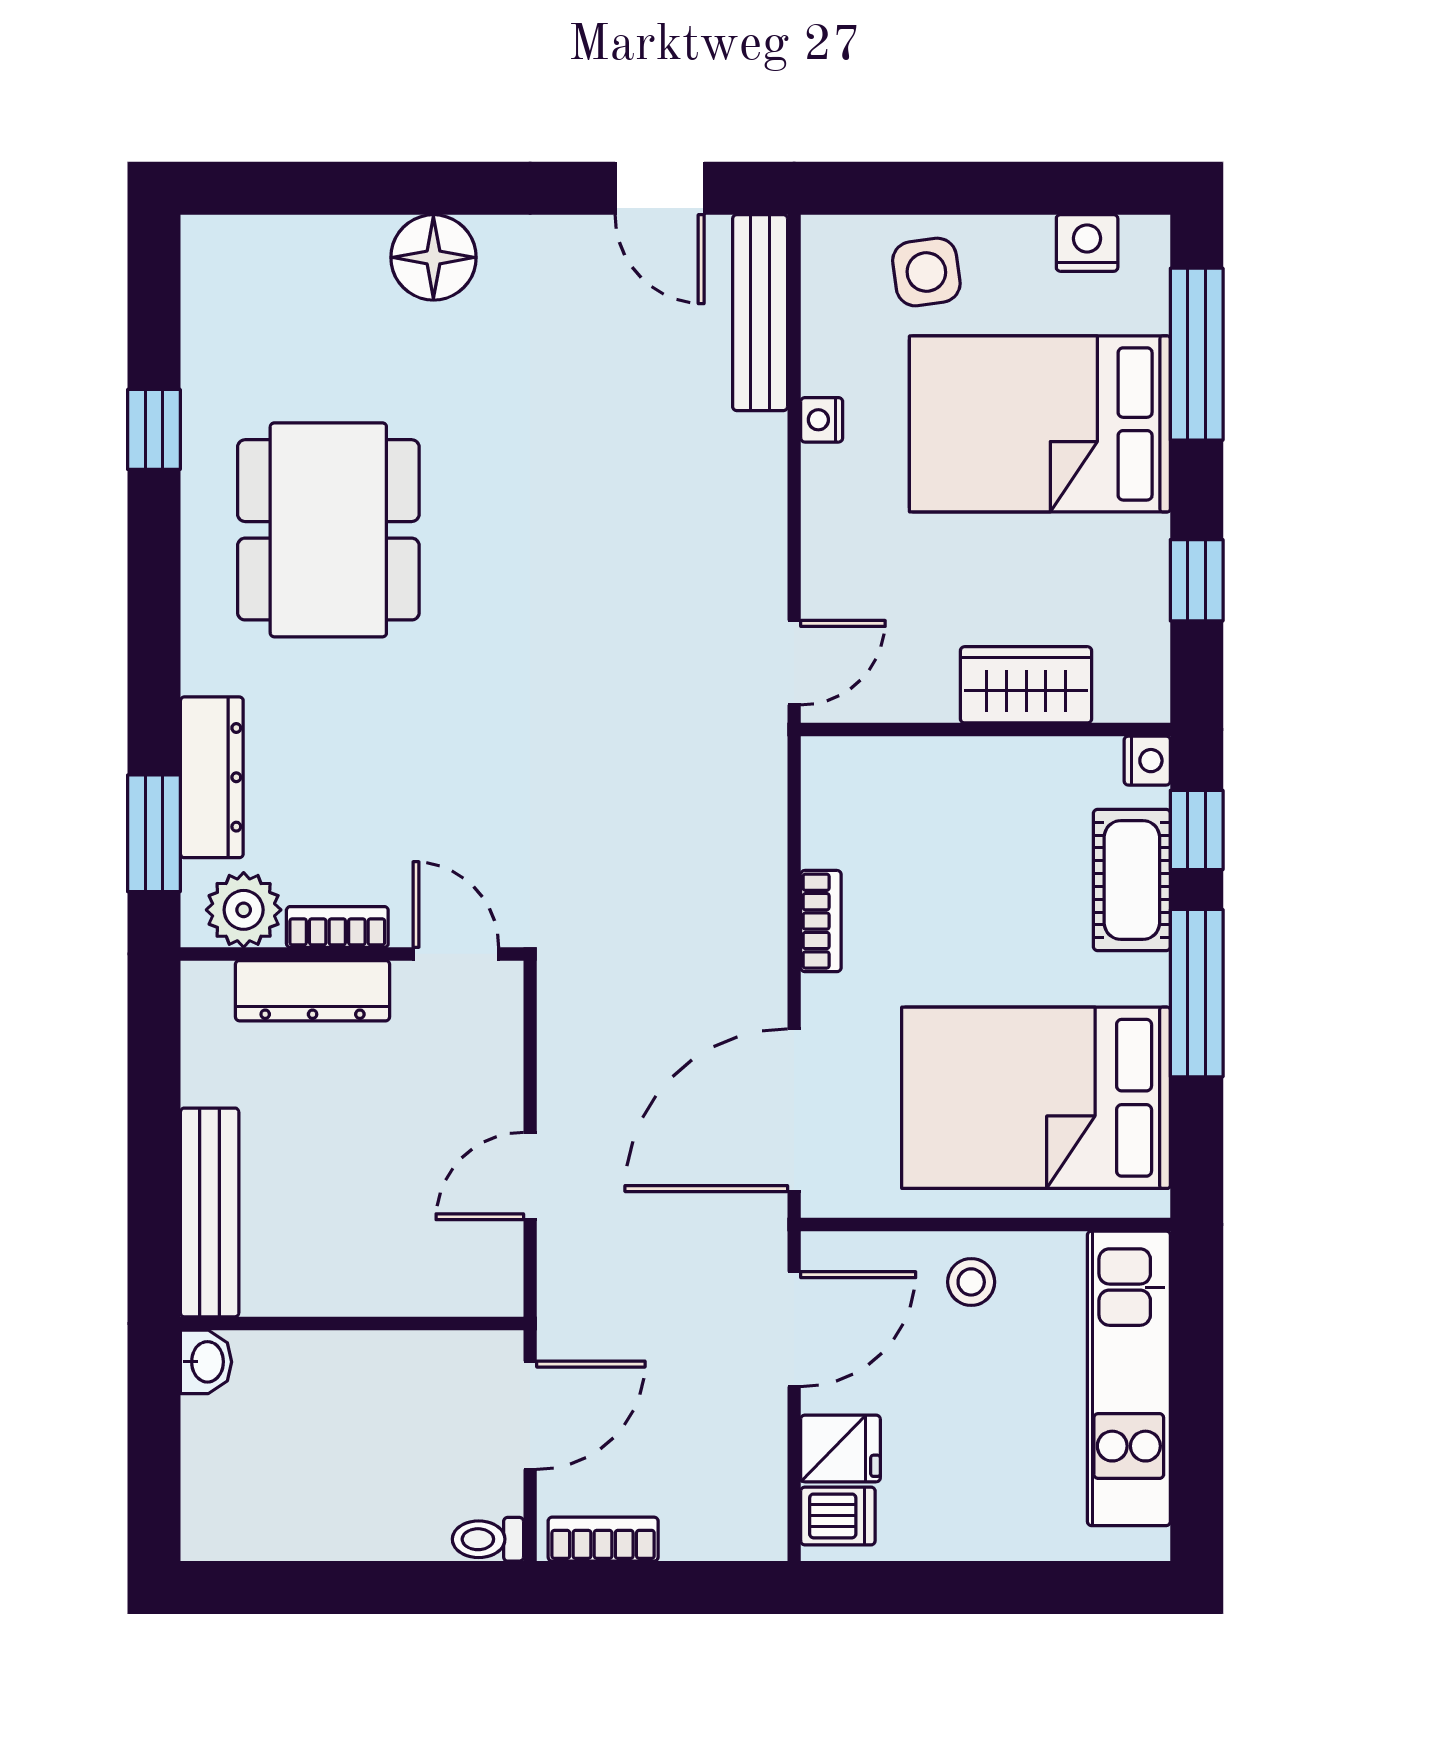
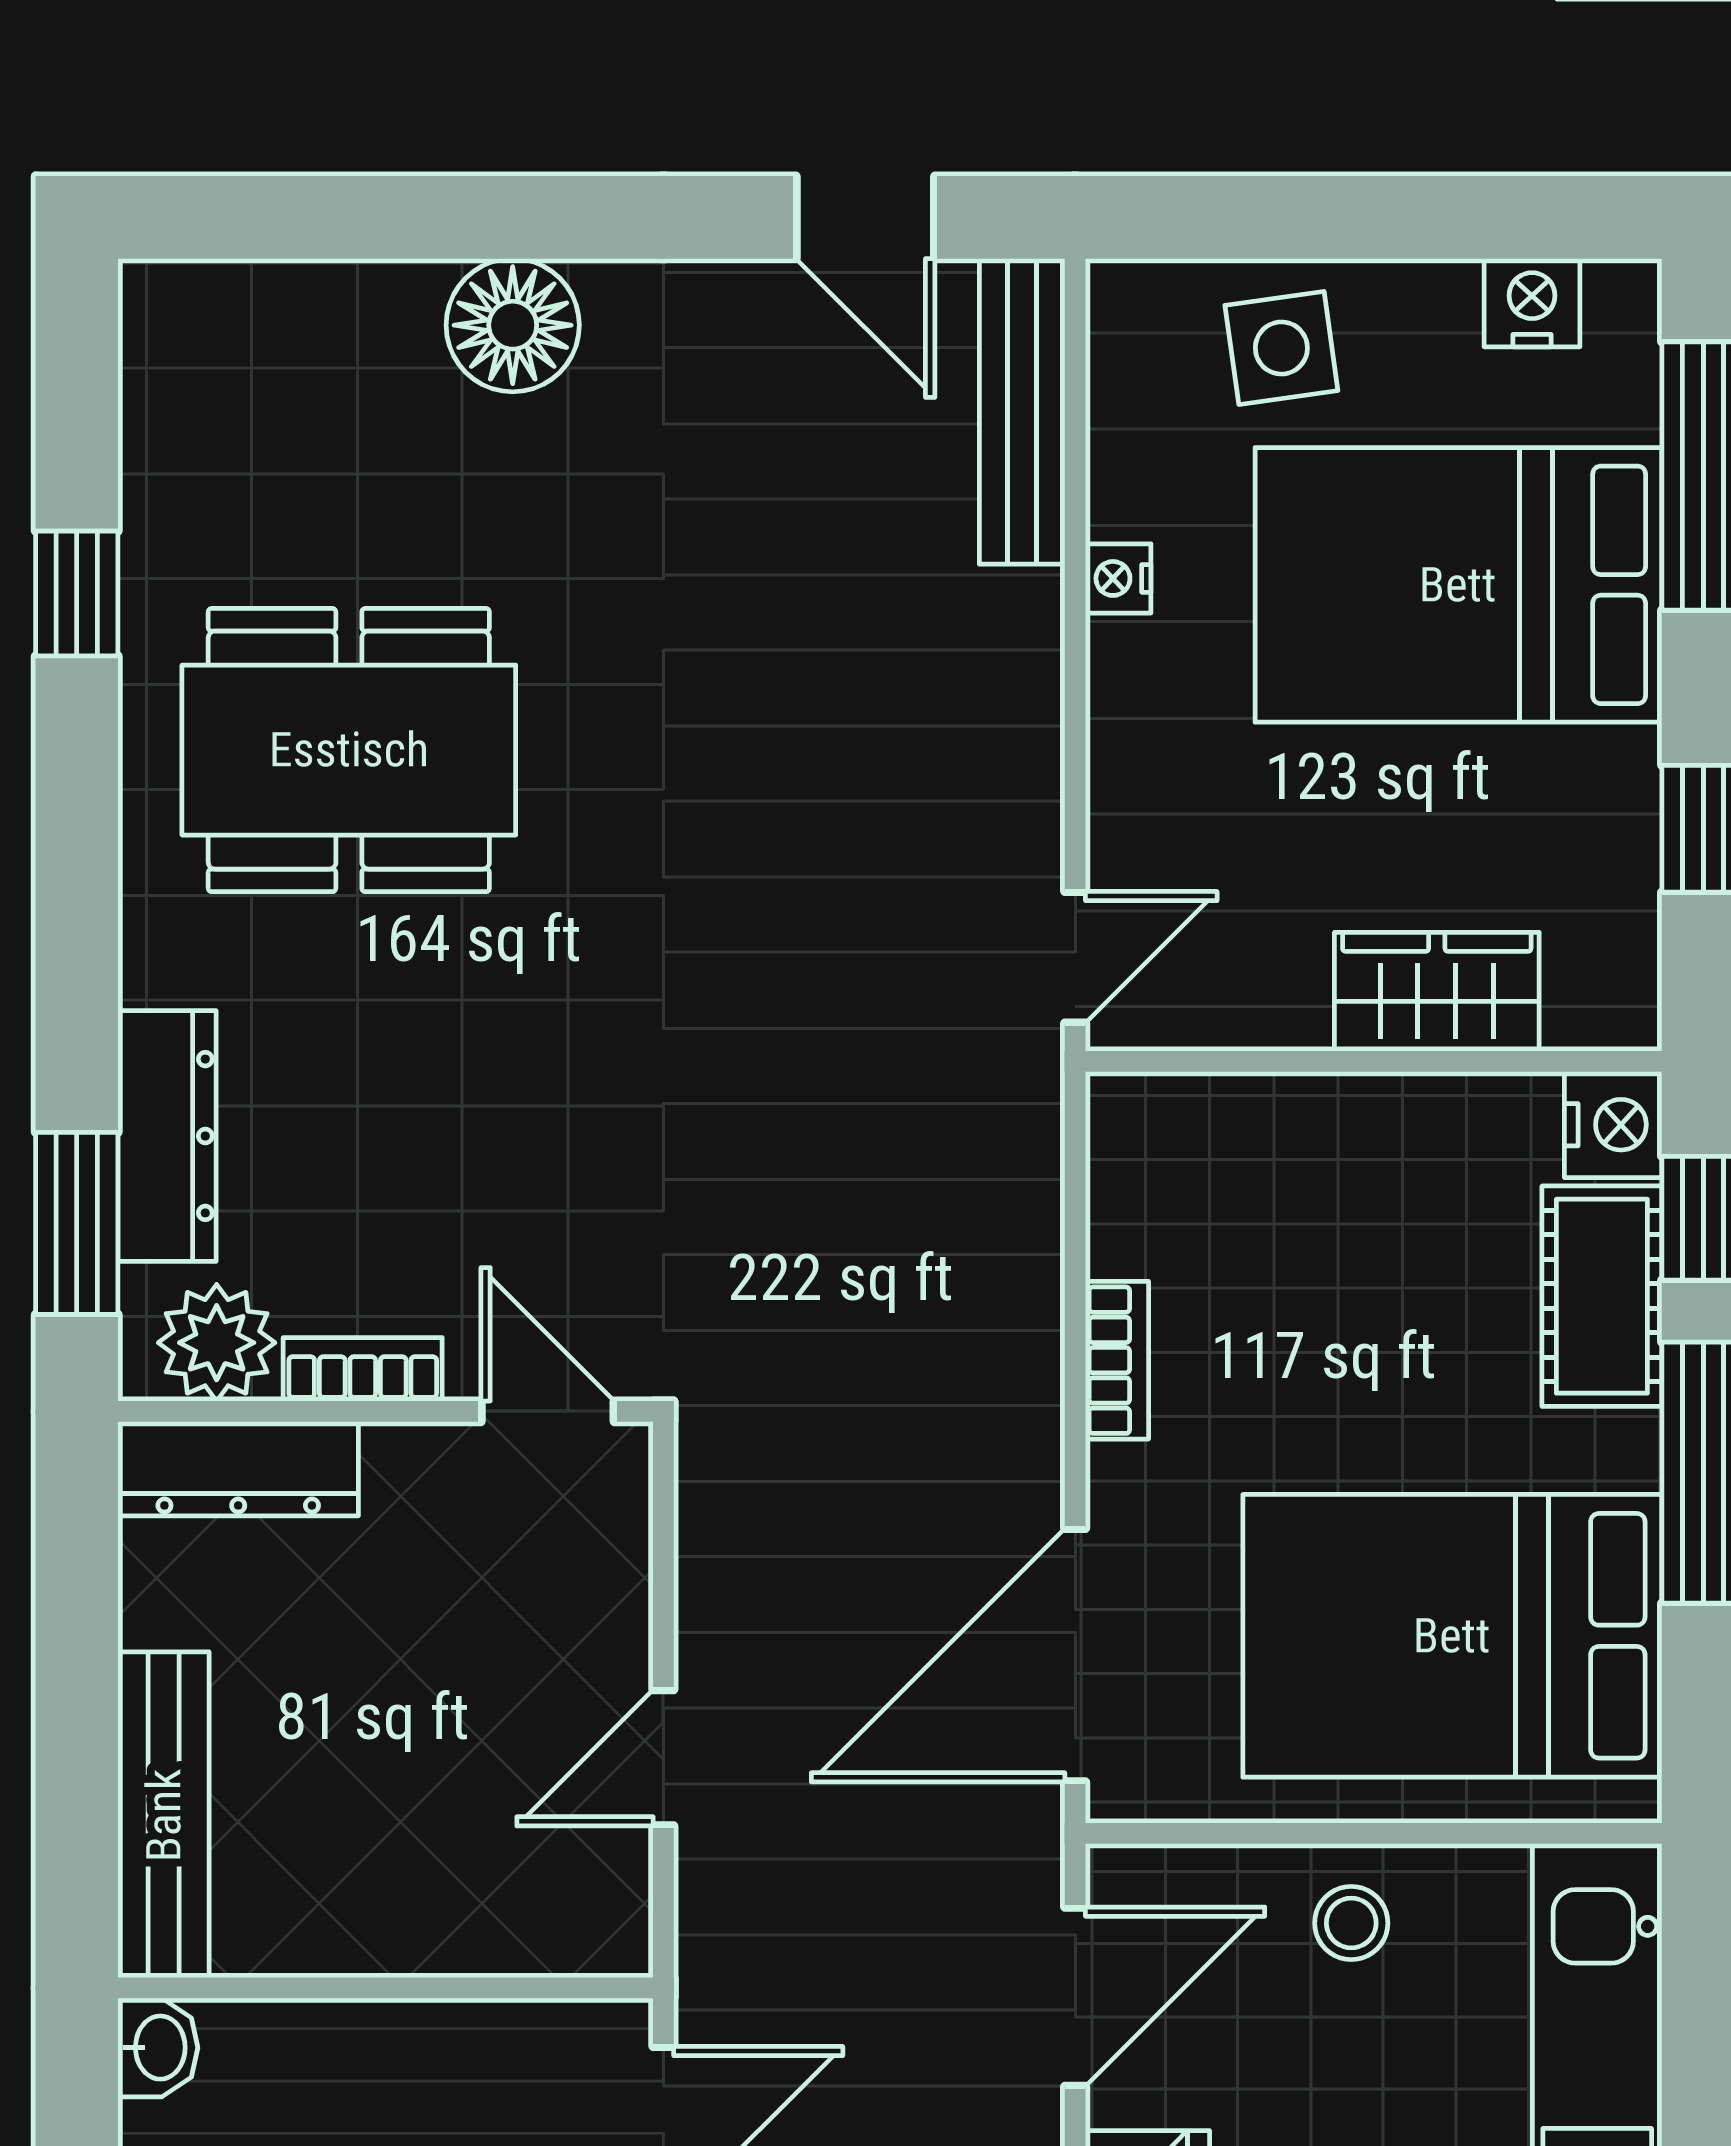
dining table: (328, 530) -> (349, 750), turned 90
nightstand: (1147, 761) -> (1613, 1125), width x1.39, depth x1.35
dresser: (313, 991) -> (238, 1469), moved

